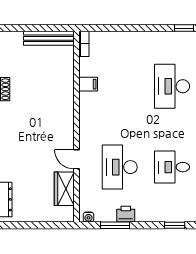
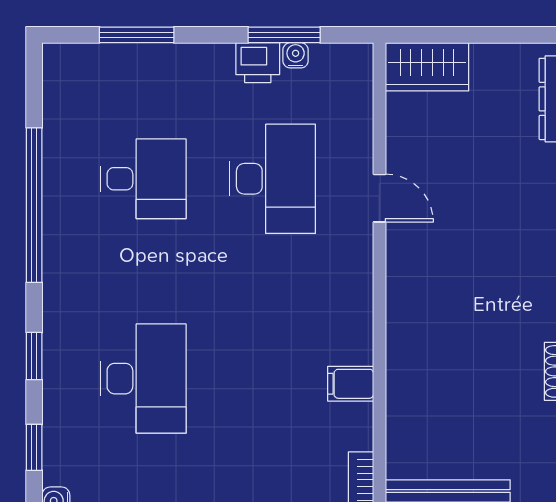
wardrobe: (64, 189) -> (427, 67), moved, turned 90
water cooler: (88, 217) -> (296, 55), moved
window: (175, 225) -> (137, 35), width x1.50

